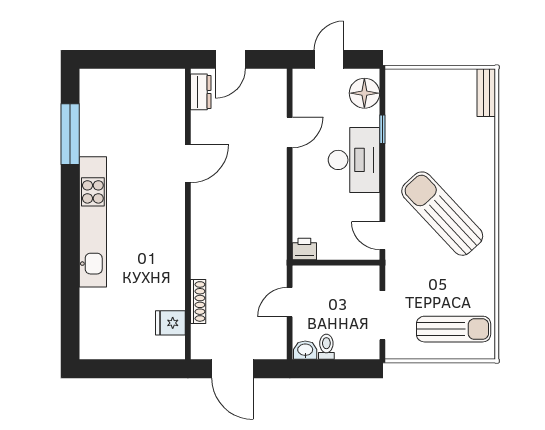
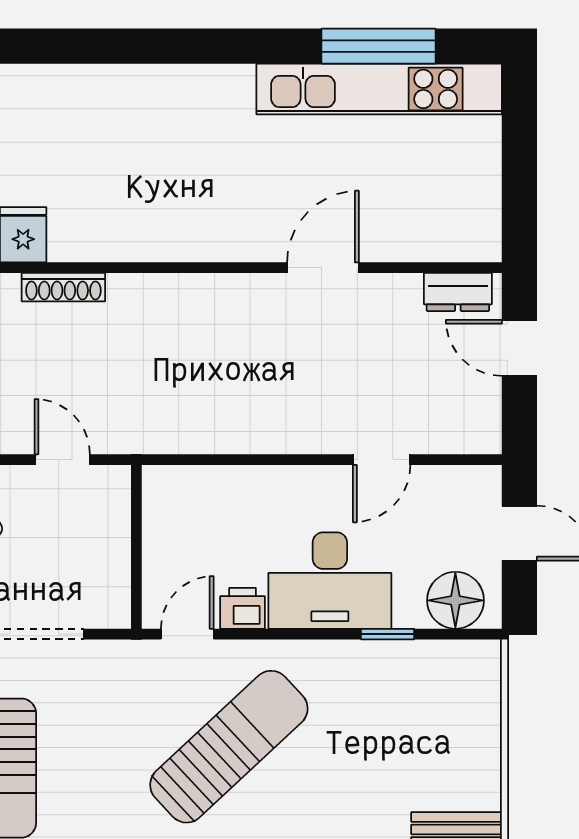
door: (290, 132) -> (382, 460), hinge flipped
door: (188, 164) -> (323, 268), swing flipped
kitchen unit: (93, 222) -> (379, 89), moved
printer: (304, 249) -> (243, 608), moved, turned -90

